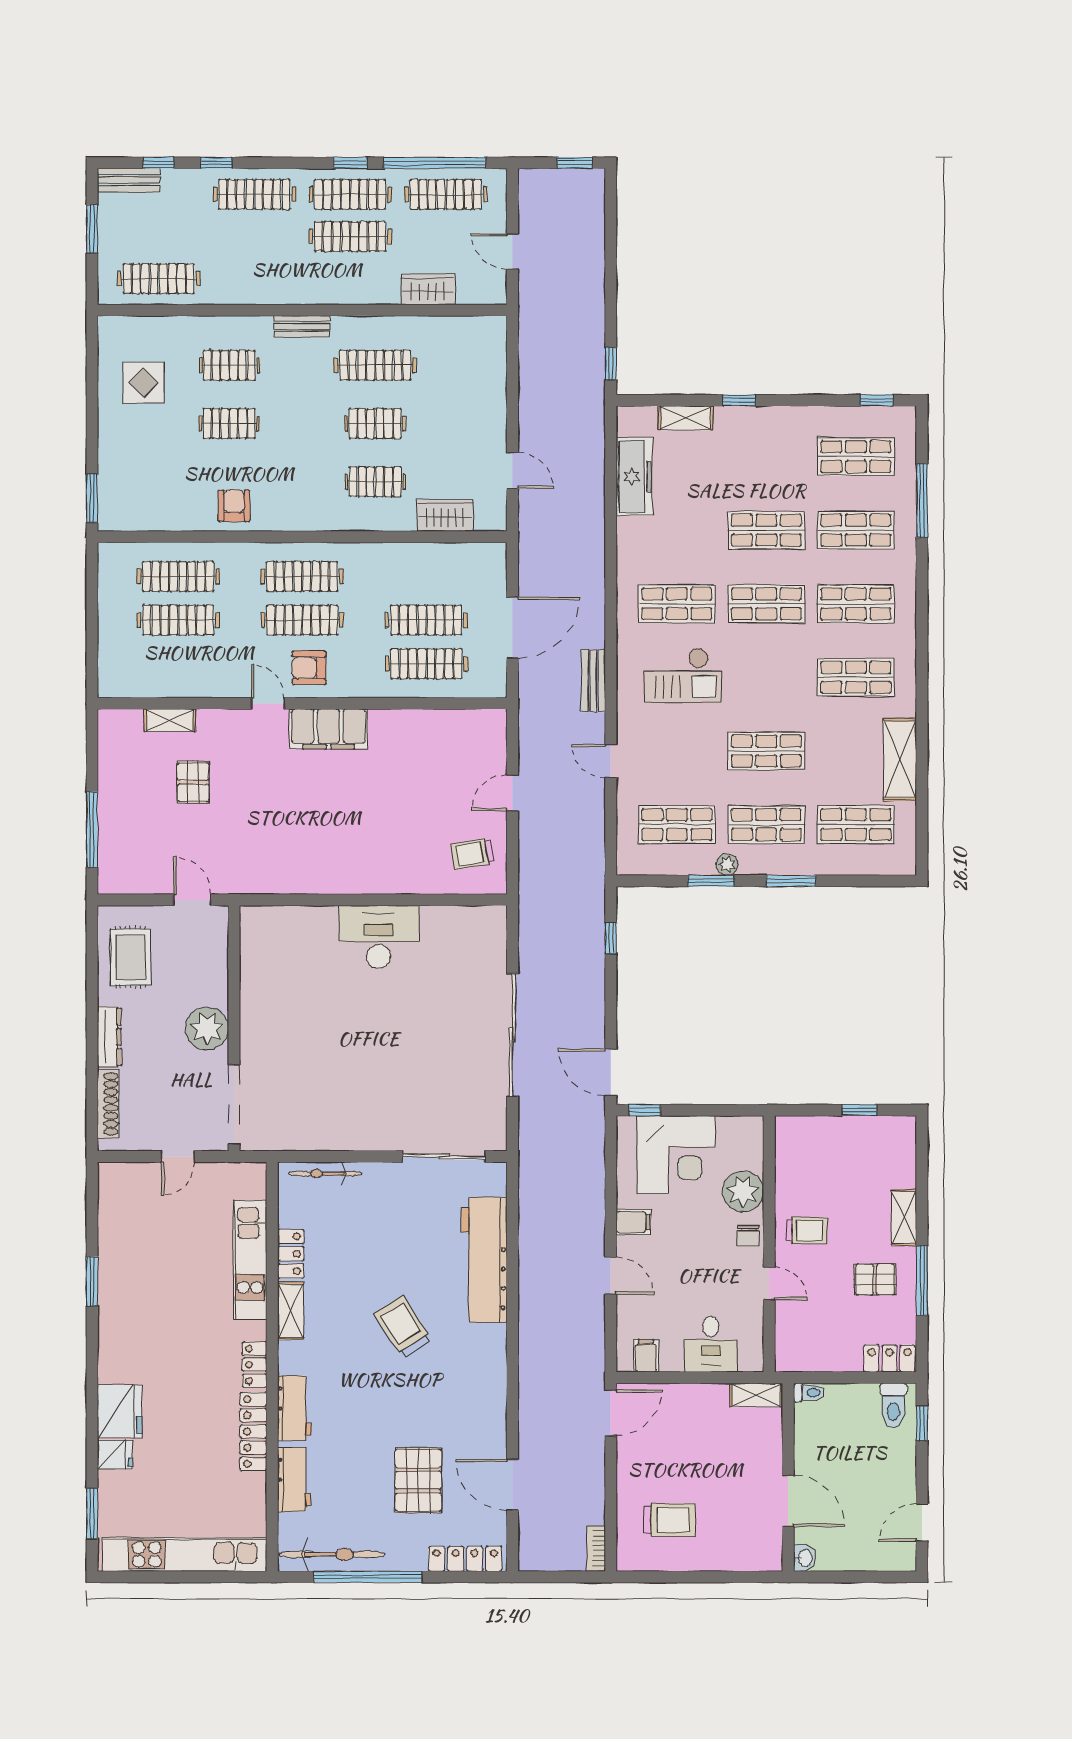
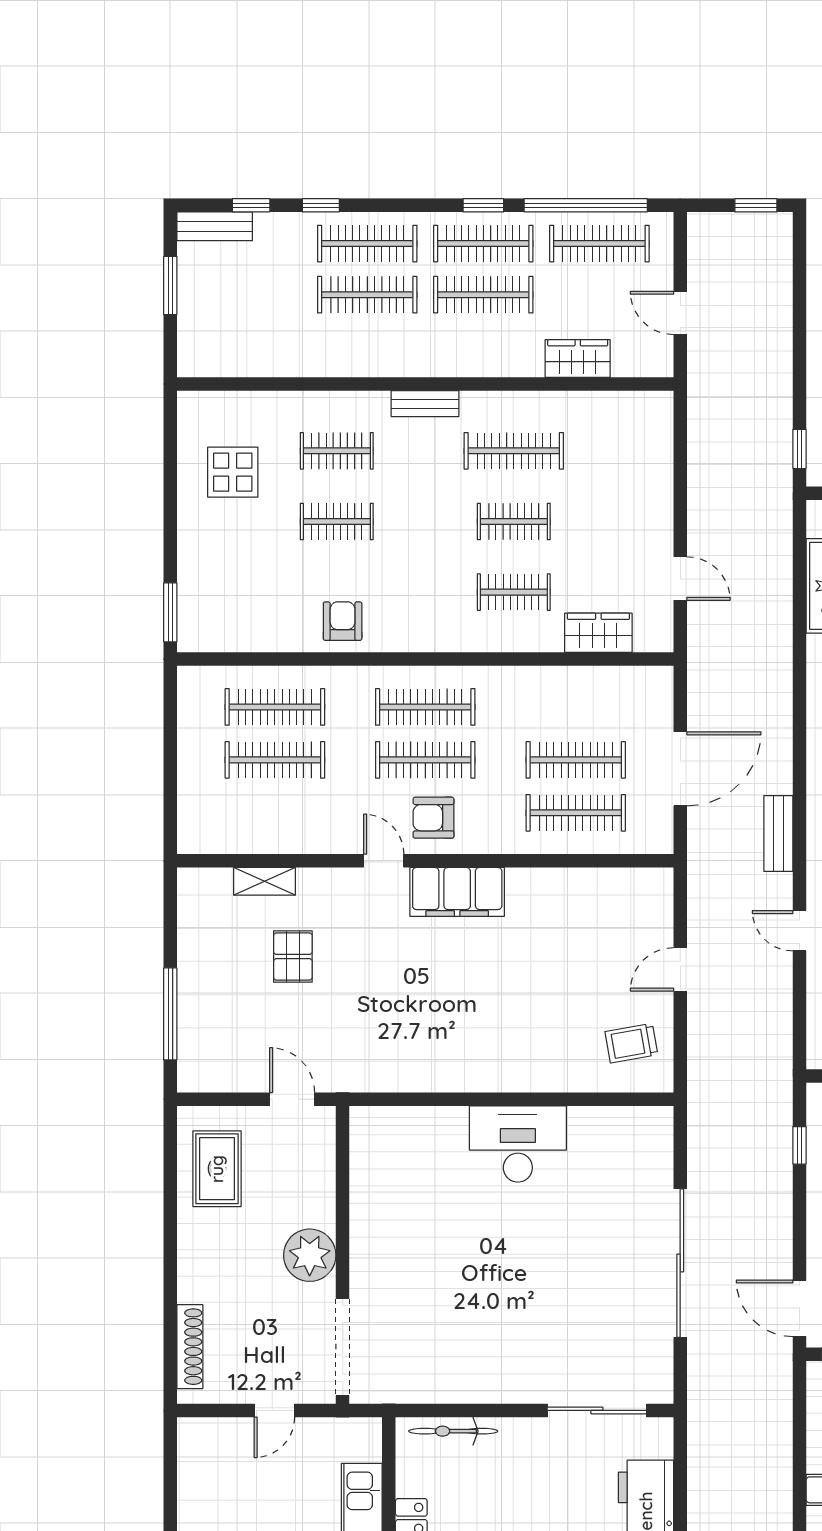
clothes rail: (159, 279) -> (367, 295), moved
dresser: (109, 1037) -> (191, 1265), removed

